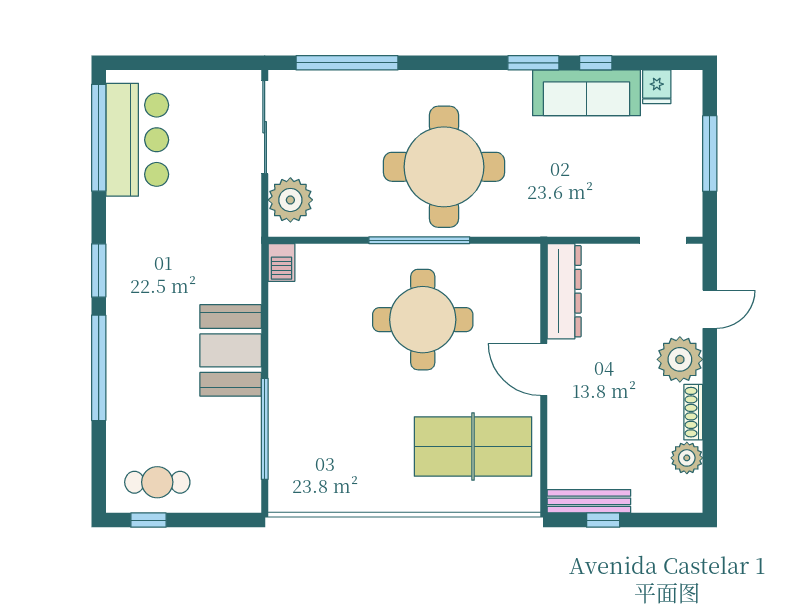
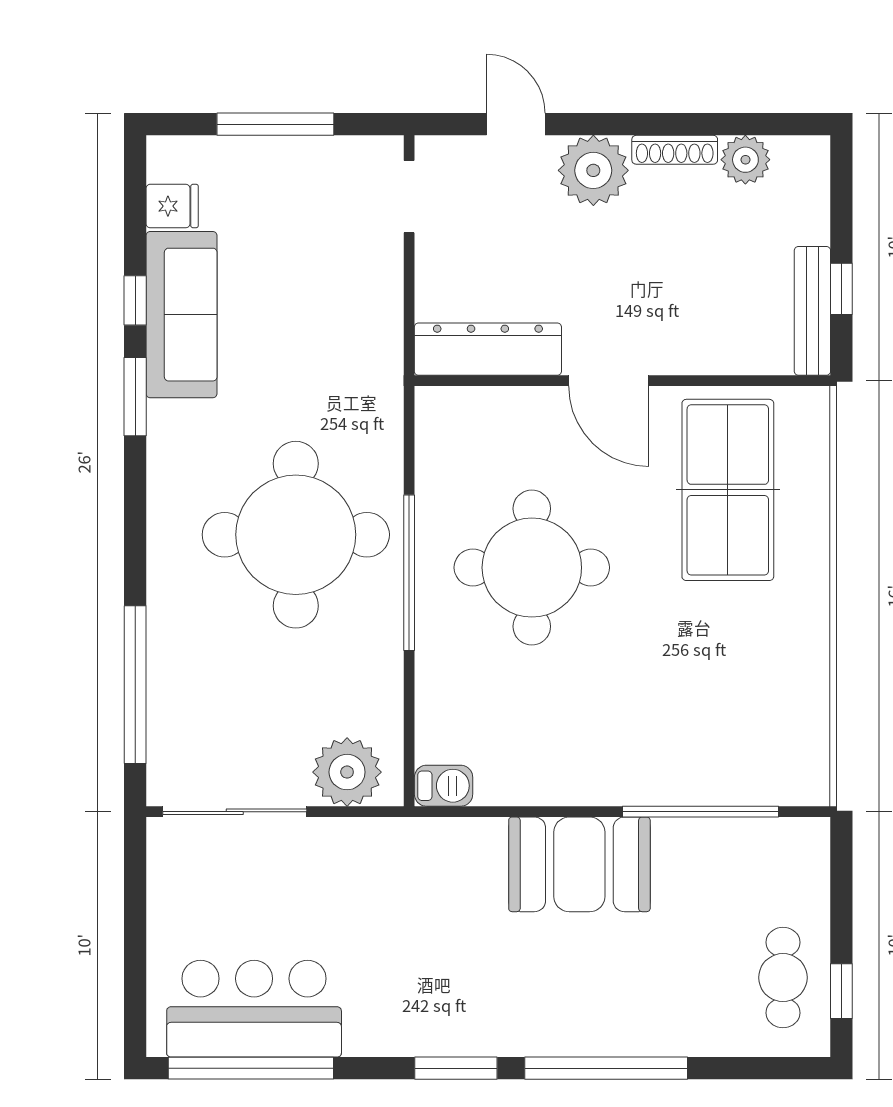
door: (544, 369) -> (609, 381), hinge flipped

